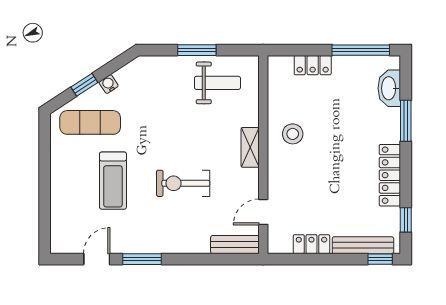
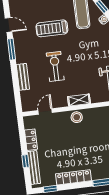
stool: (293, 134) -> (77, 117), moved
door: (263, 212) -> (45, 111), hinge flipped
bench: (235, 245) -> (23, 77), moved
window: (380, 259) -> (25, 161), moved

